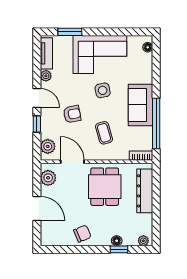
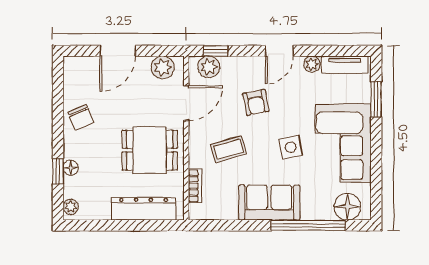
floor lamp: (148, 47) -> (347, 207), width x1.89, depth x1.89
window: (37, 124) -> (216, 51), moved
window: (156, 124) -> (308, 225), moved
bookcase: (141, 156) -> (195, 186), moved

